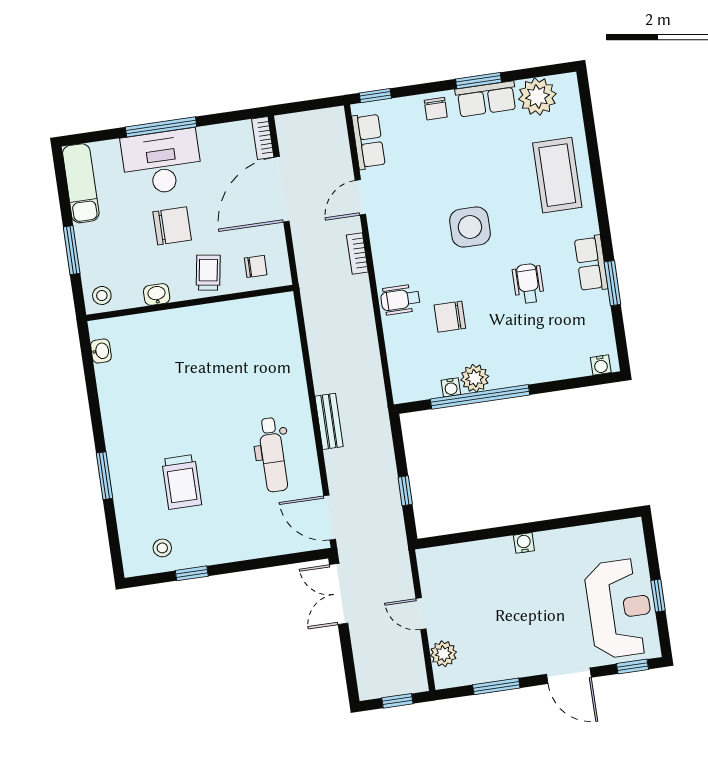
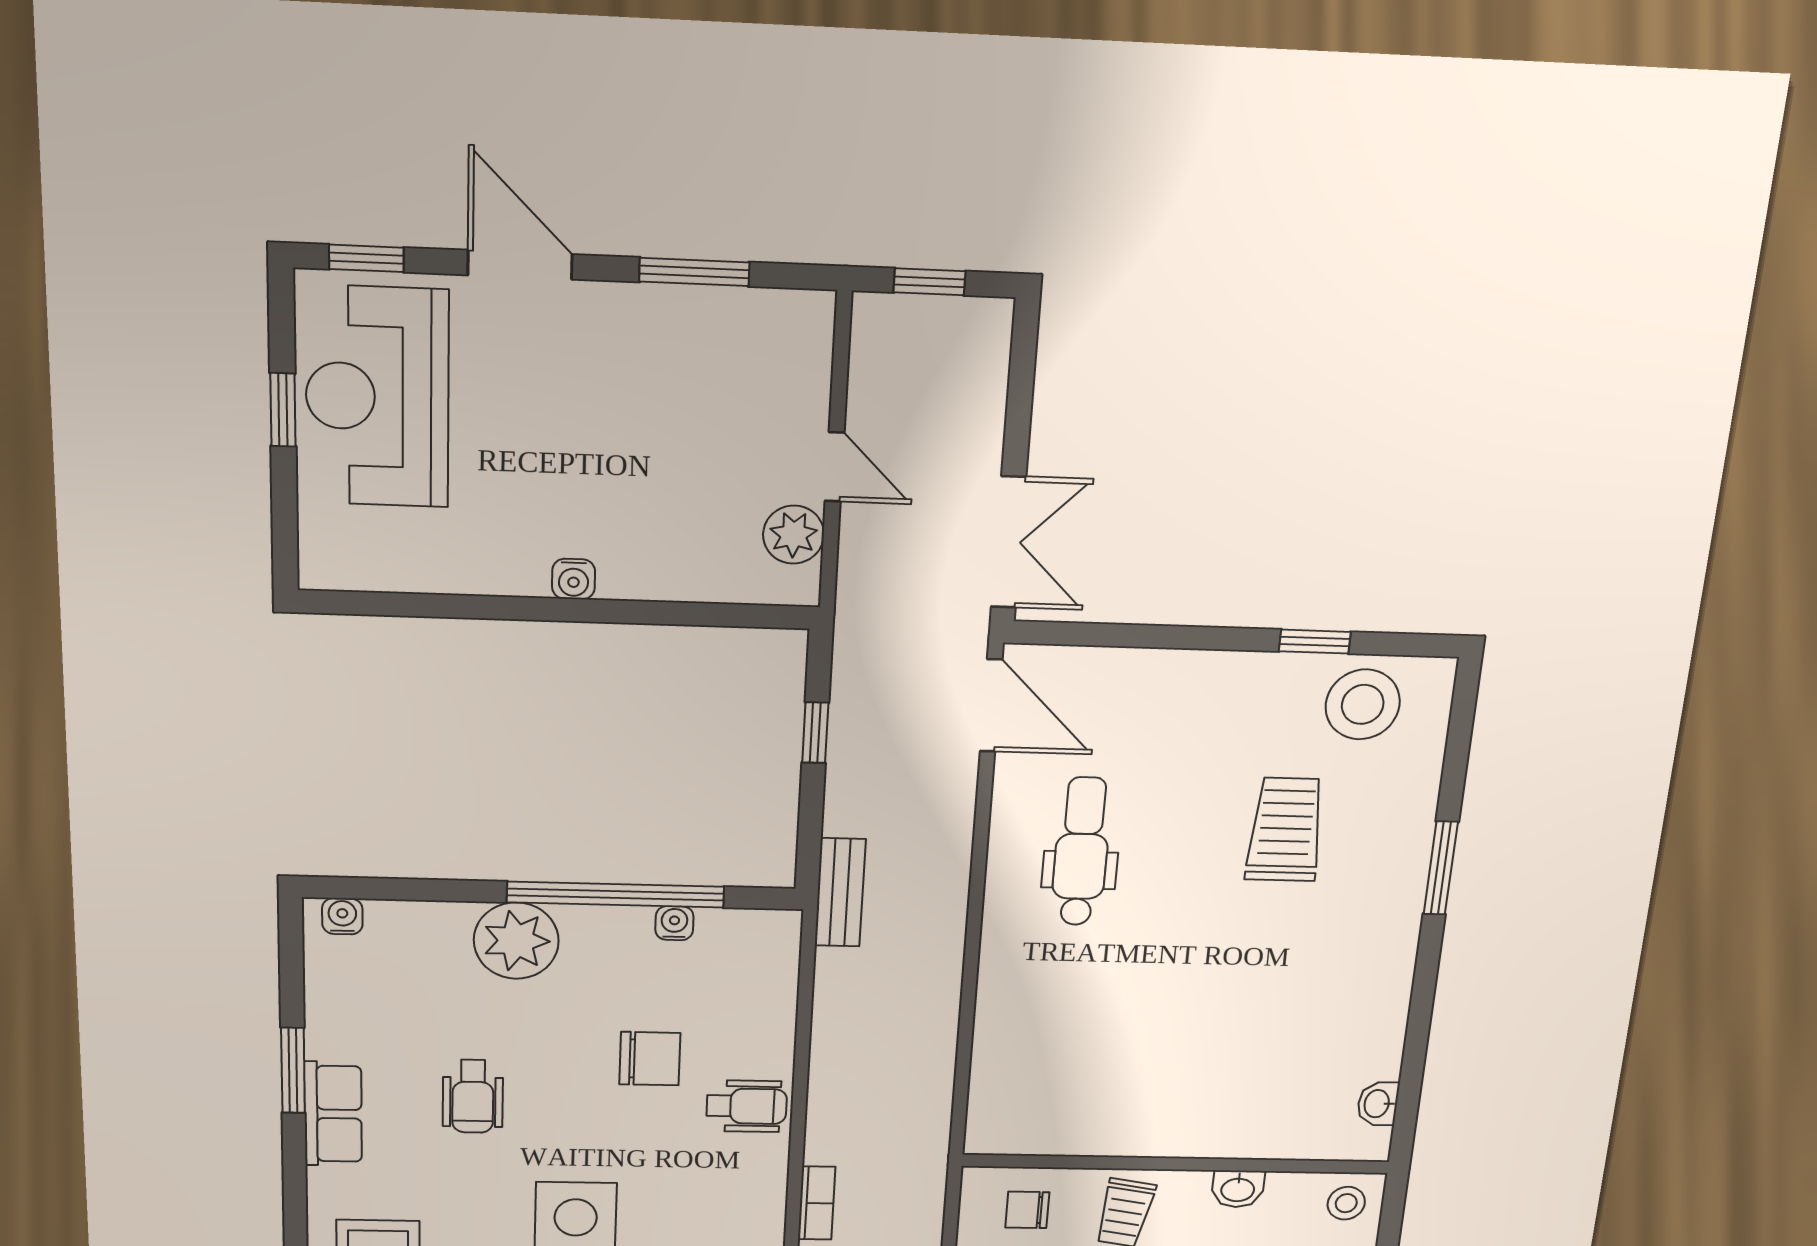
plant: (475, 378) -> (516, 941), moved, width x1.36, depth x1.36
bench: (329, 421) -> (840, 892), moved
stool: (162, 548) -> (1363, 704), width x1.89, depth x1.89
plant: (443, 654) -> (794, 535), moved

